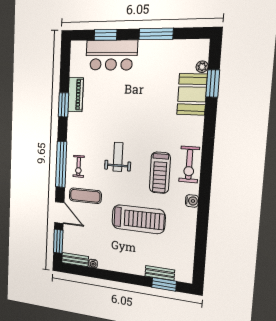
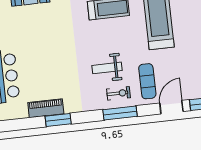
weight bench: (118, 157) -> (107, 68), moved
window: (61, 164) -> (120, 113), width x0.68

